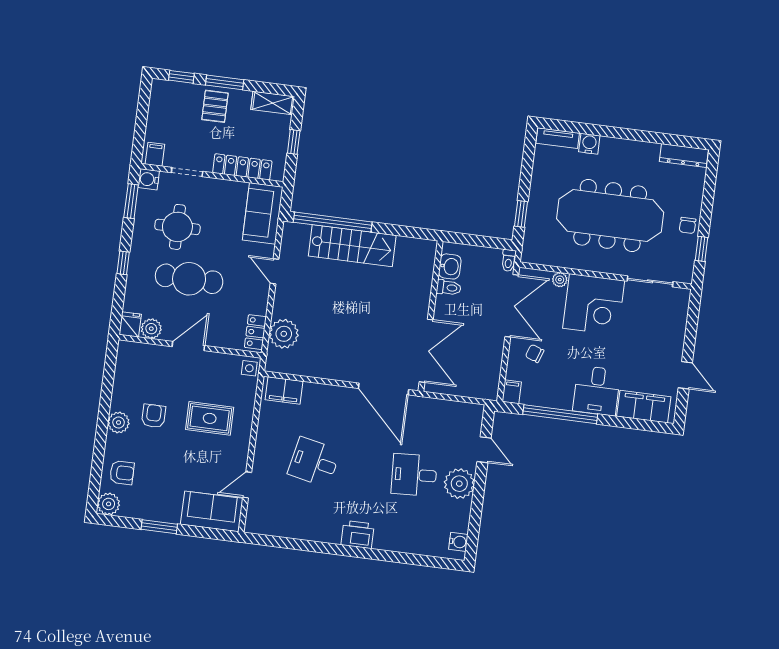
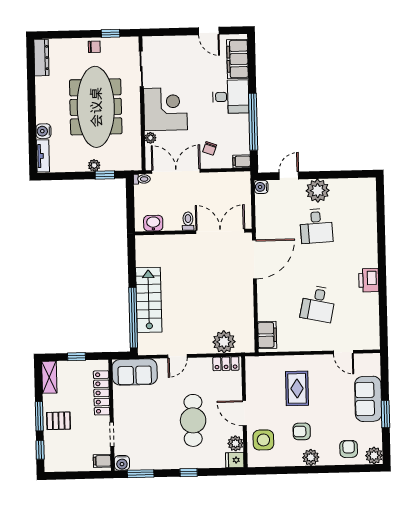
plant: (535, 202) -> (94, 165), added
round table: (177, 227) -> (155, 435), removed
toilet: (449, 288) -> (188, 221), moved
side table: (249, 368) -> (263, 440), moved, width x1.87, depth x1.87
door: (685, 375) -> (209, 31), swing flipped
sofa: (212, 511) -> (368, 399), moved
printer: (358, 534) -> (369, 280), moved
water cooler: (458, 542) -> (261, 187), moved, turned -90

